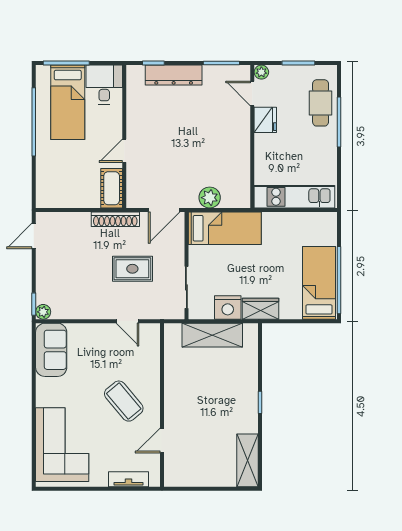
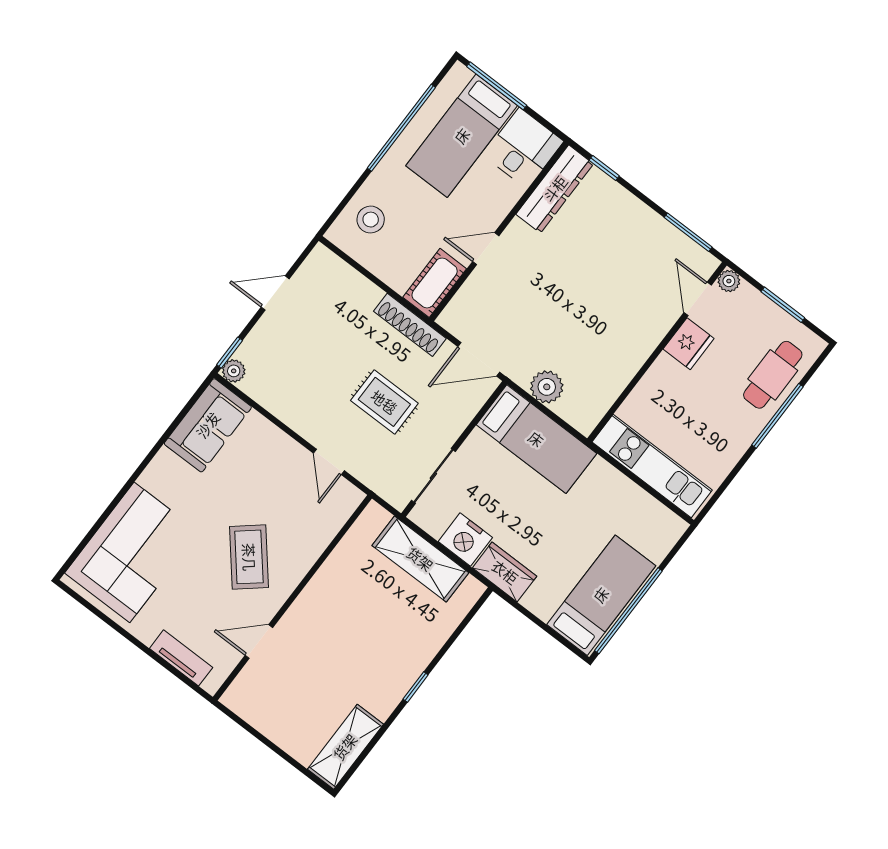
dresser: (174, 75) -> (555, 189), moved, turned -90
stool: (54, 181) -> (371, 220), added
door: (34, 236) -> (275, 293), moved

